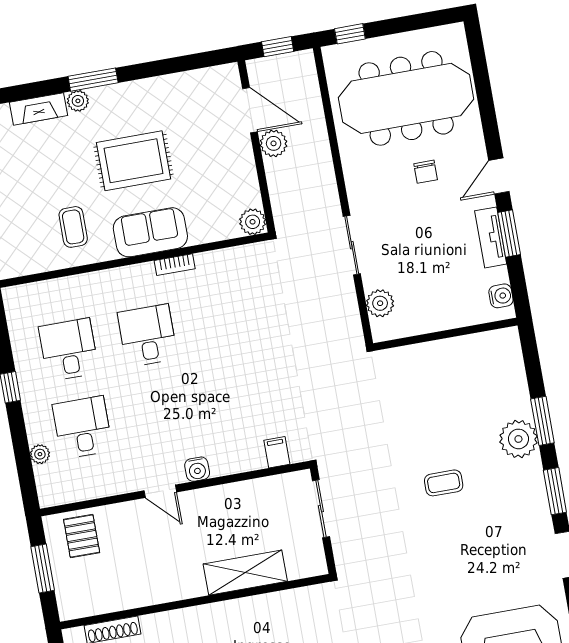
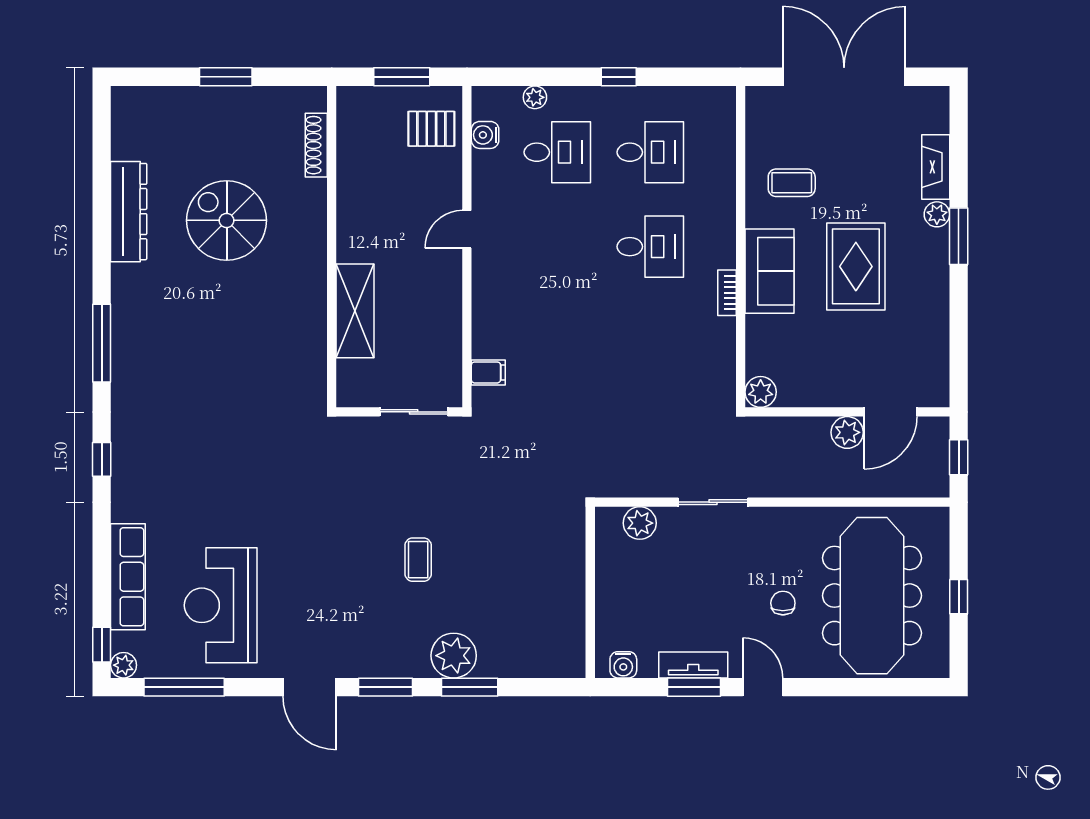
window: (350, 34) -> (959, 597), moved
chair: (426, 172) -> (783, 603), turned 90
water cooler: (197, 469) -> (485, 135), moved

